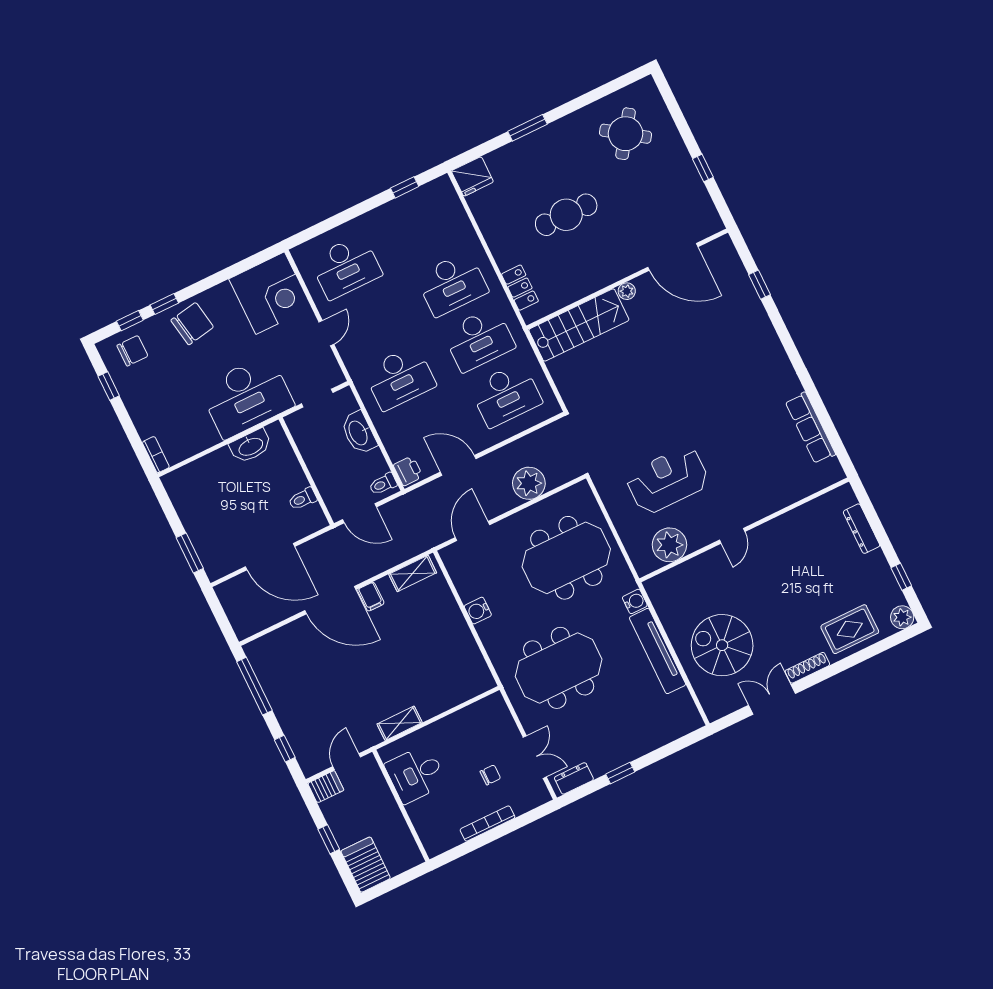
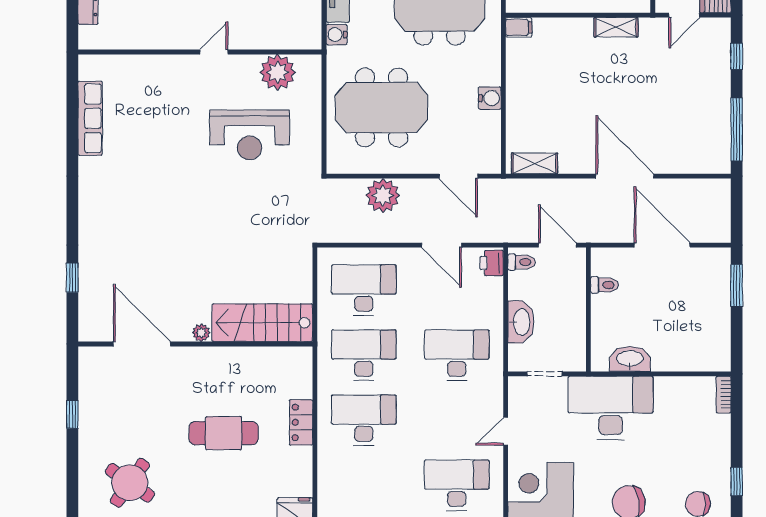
locker: (520, 288) -> (301, 422), moved
door: (472, 531) -> (458, 176), hinge flipped
filing cabinet: (371, 597) -> (519, 27), moved, turned 90

